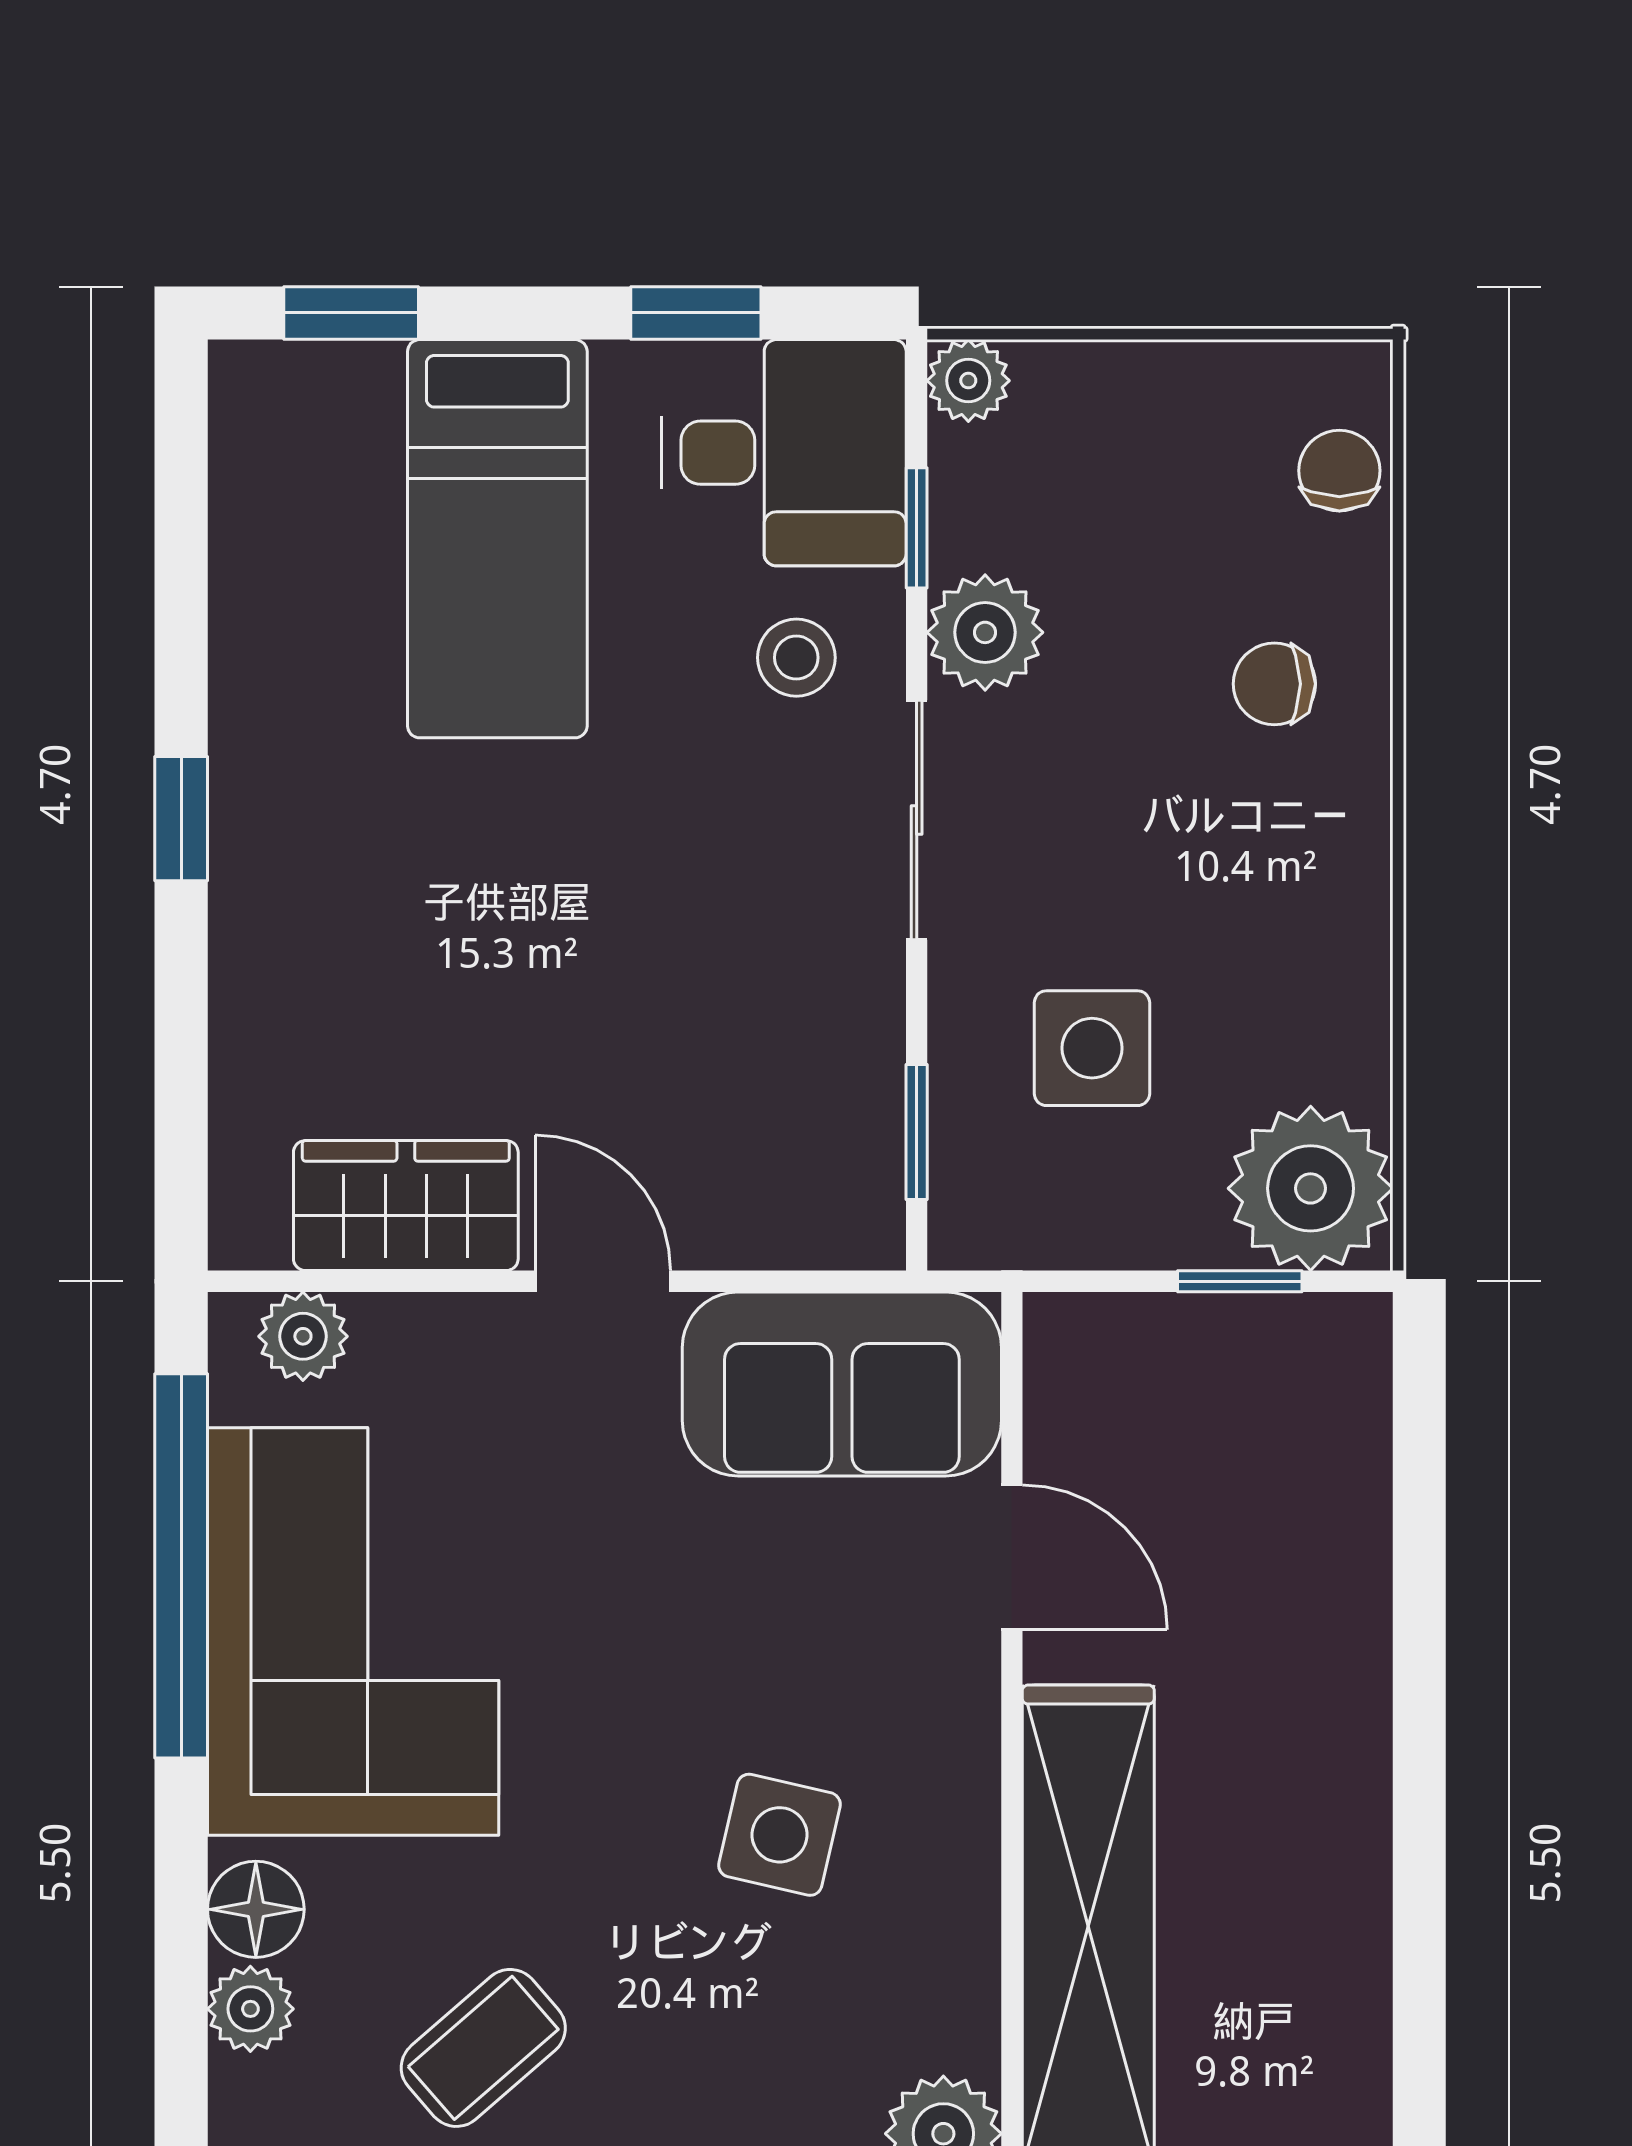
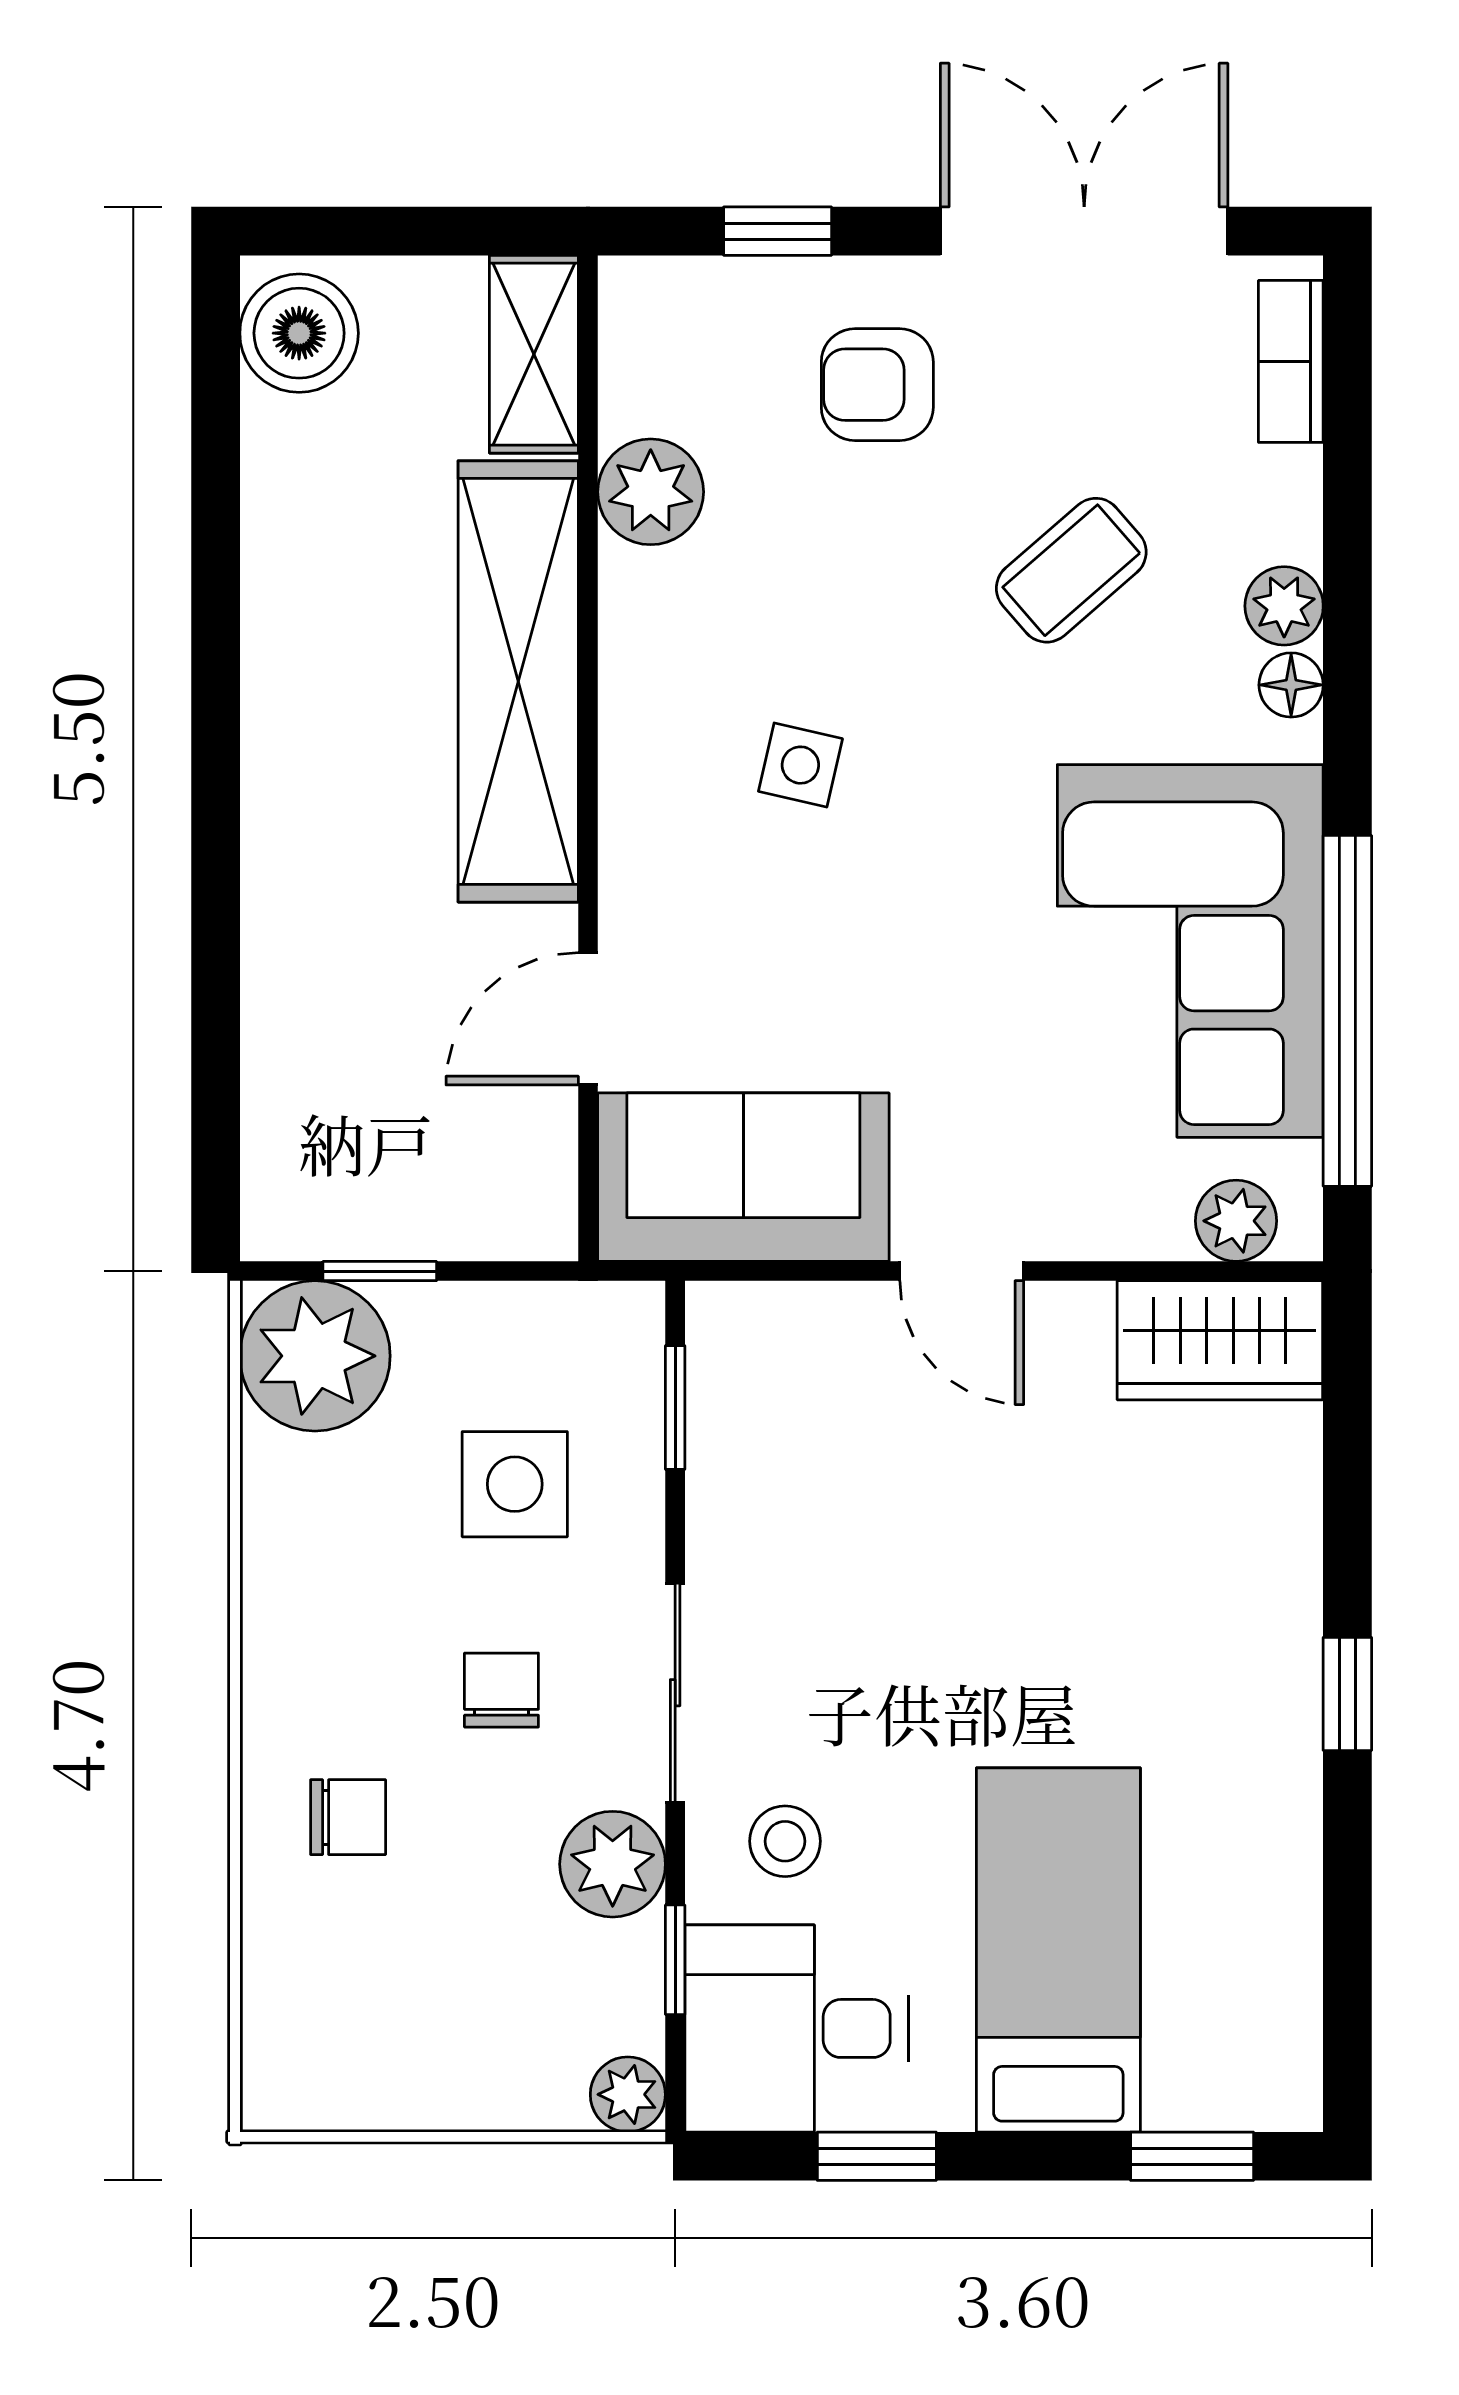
chair: (1339, 471) -> (501, 1690), moved, turned 180
wardrobe: (406, 1206) -> (1220, 1340), moved
door: (1012, 1557) -> (588, 1019), hinge flipped
side table: (779, 1835) -> (800, 765), width x0.73, depth x0.73
floor lamp: (256, 1909) -> (1291, 685), width x0.73, depth x0.73

